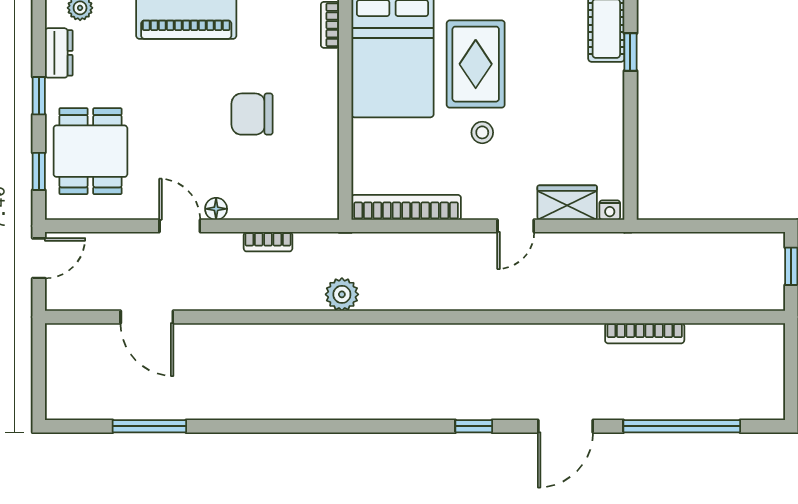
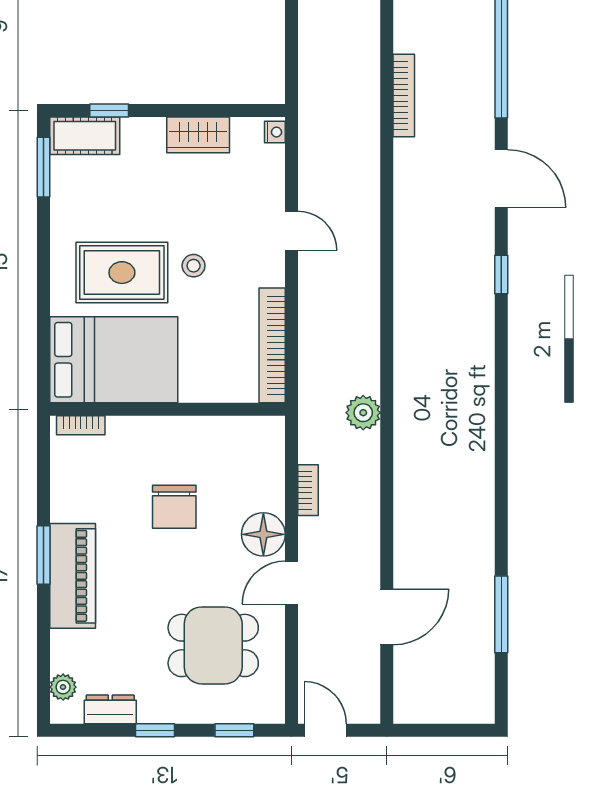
dining table: (90, 151) -> (213, 645), moved
wardrobe: (567, 203) -> (198, 135), moved, turned -90
floor lamp: (216, 209) -> (263, 534), width x1.89, depth x1.89

